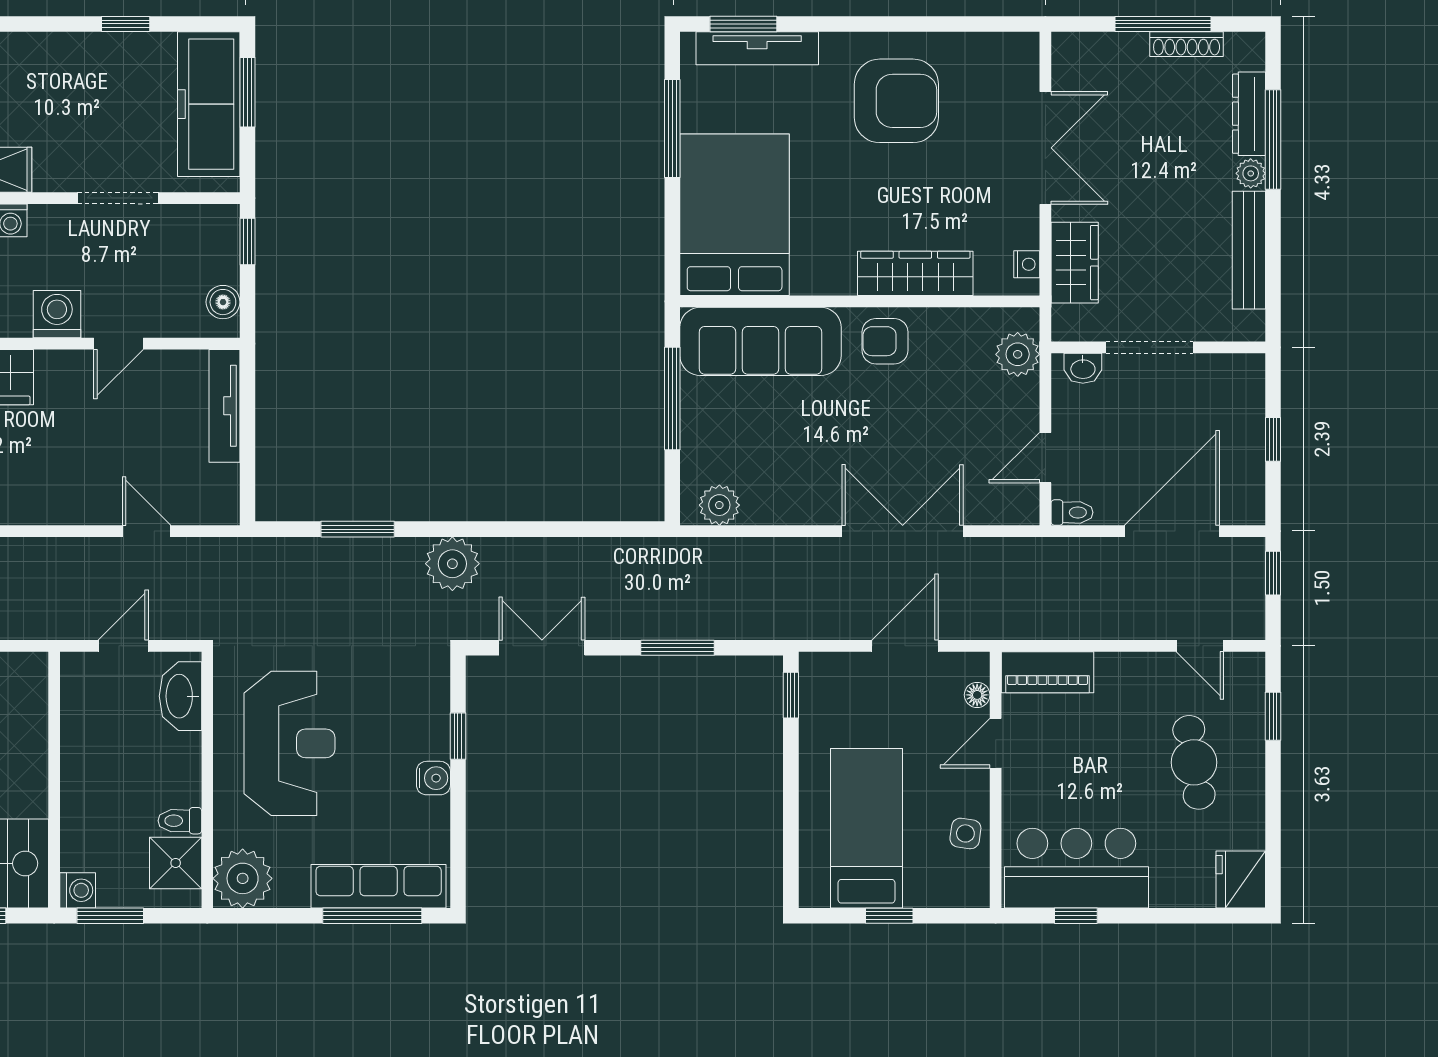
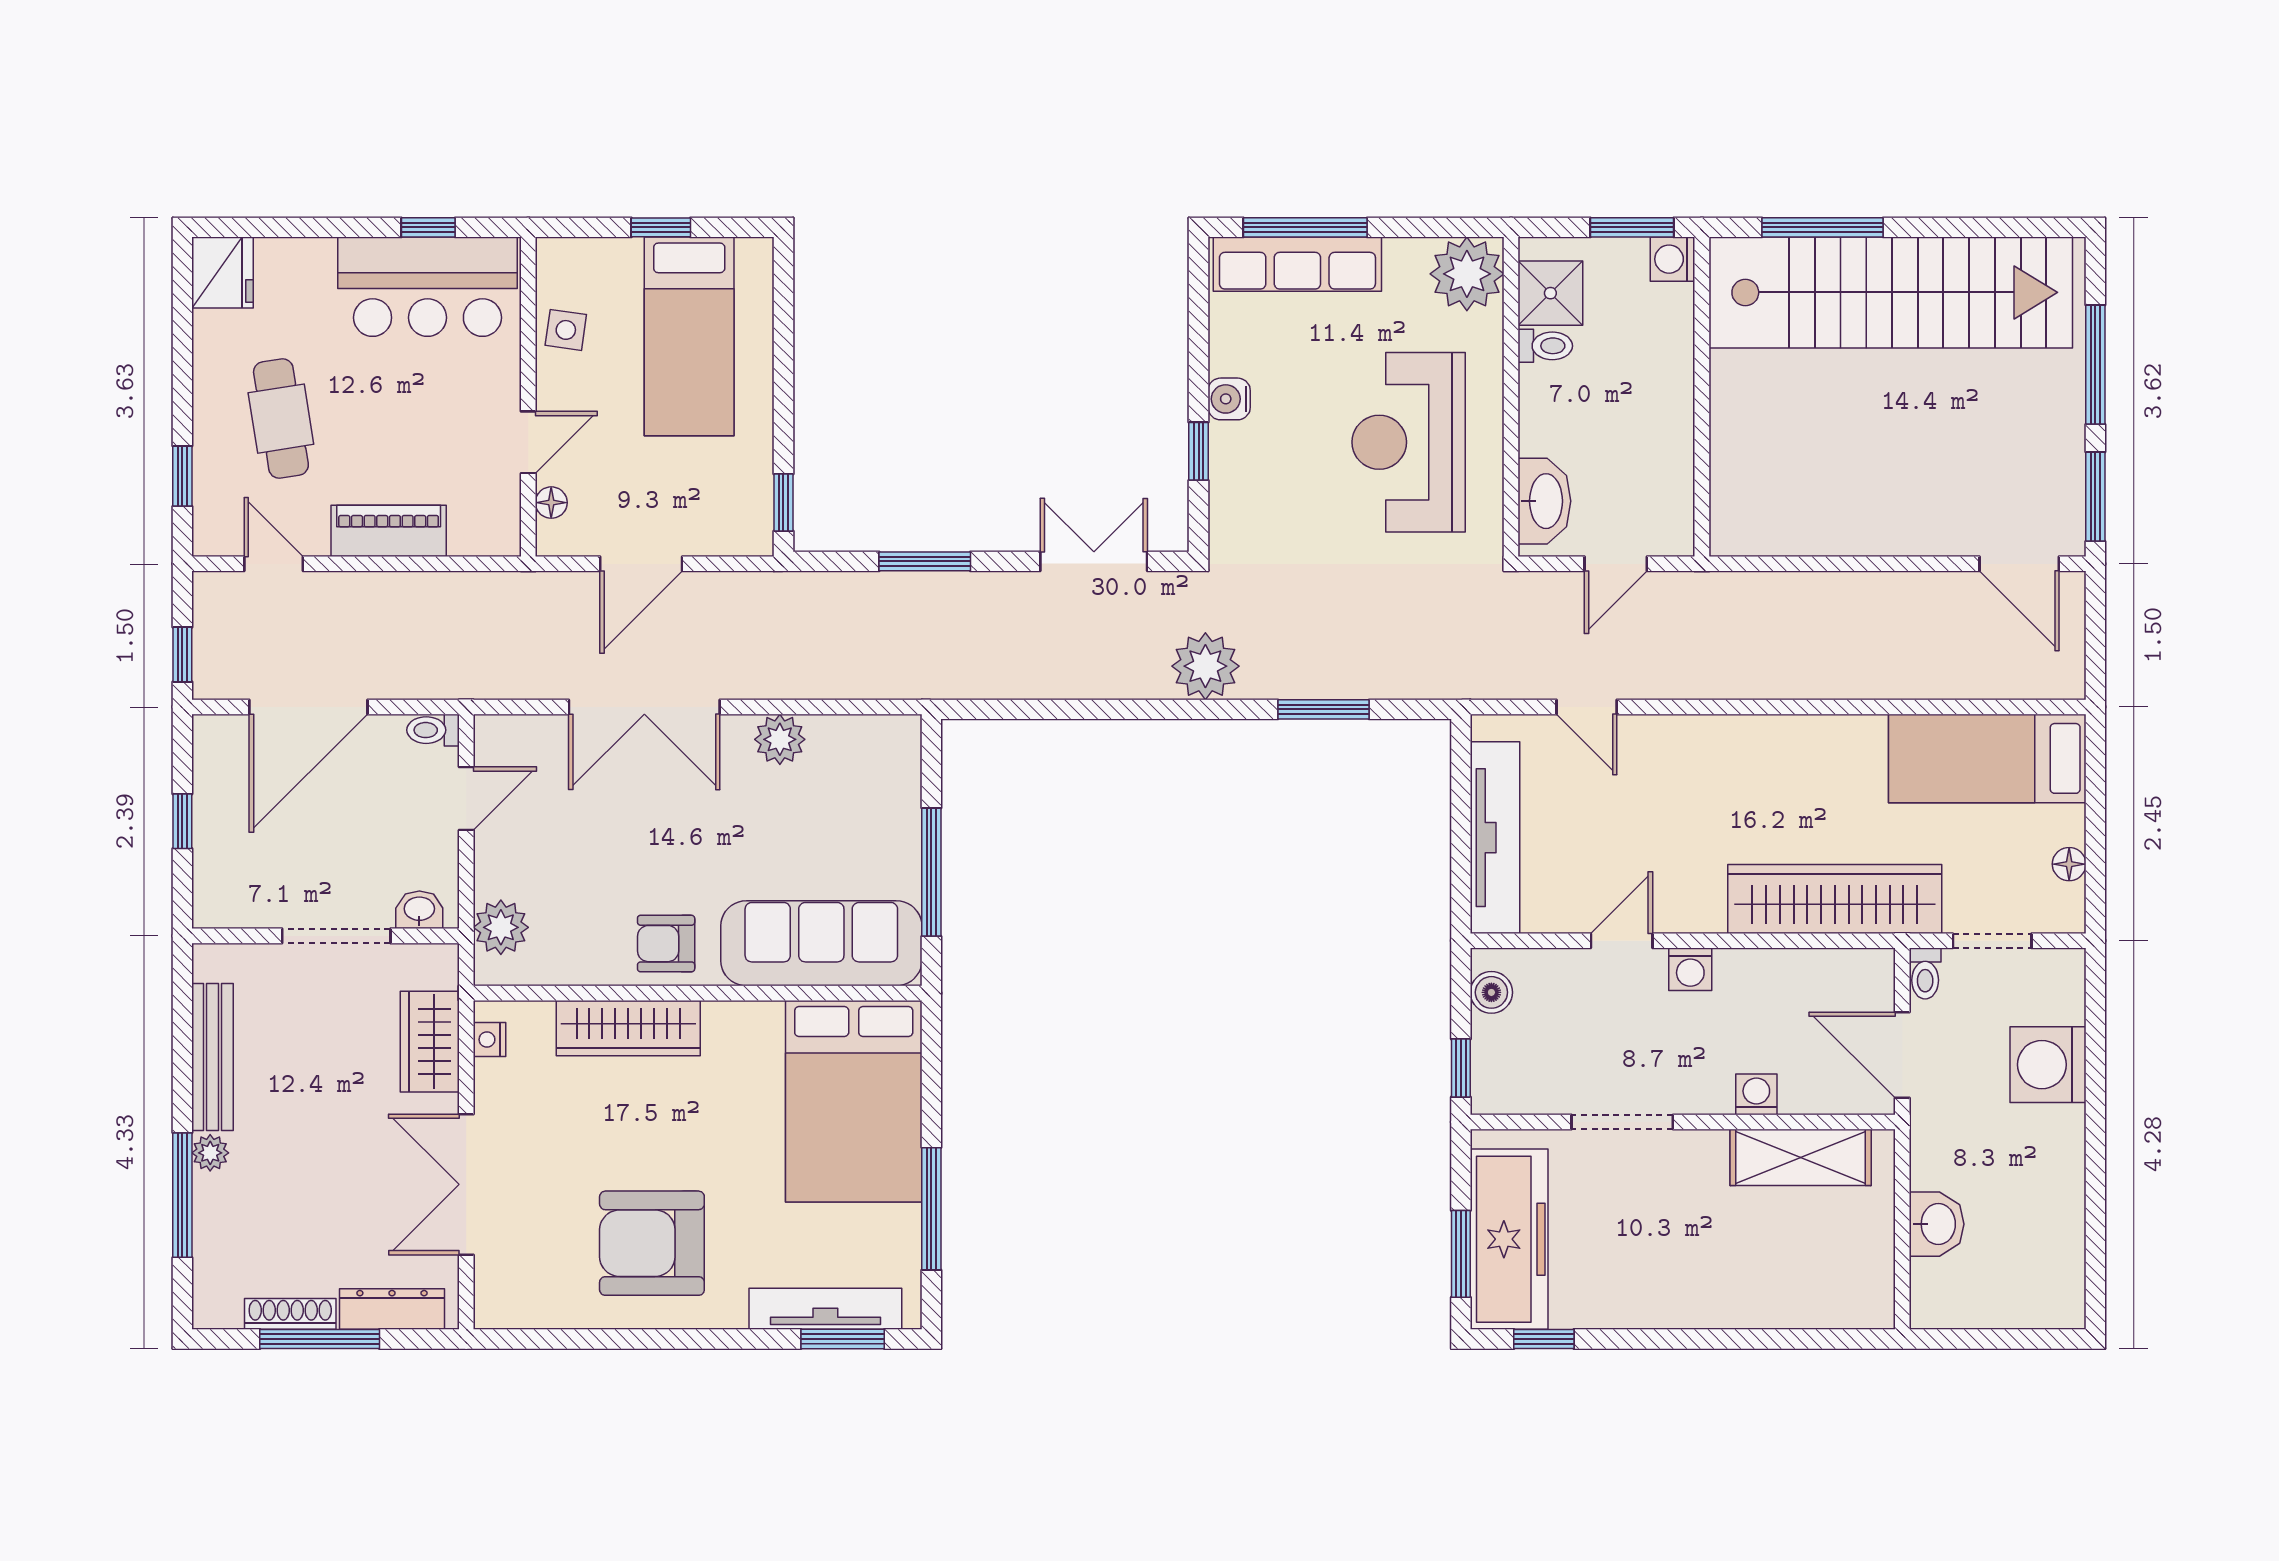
window: (126, 24) -> (1544, 1339), moved
dresser: (1249, 114) -> (392, 1309), moved, turned -90
washing machine: (57, 314) -> (1690, 969), width x0.73, depth x0.73
armchair: (885, 341) -> (666, 944), turned 180
tv unit: (224, 406) -> (1495, 838), width x1.36, depth x1.29
plant: (719, 505) -> (780, 739), moved
double door: (542, 648) -> (1094, 561), swing flipped
piano: (1047, 672) -> (389, 531), moved

